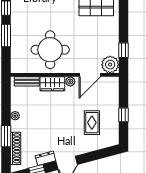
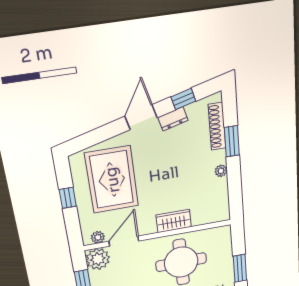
bench: (27, 81) -> (208, 218), removed
plant: (70, 81) -> (98, 237), moved
rug: (92, 123) -> (112, 180), width x1.86, depth x2.06

